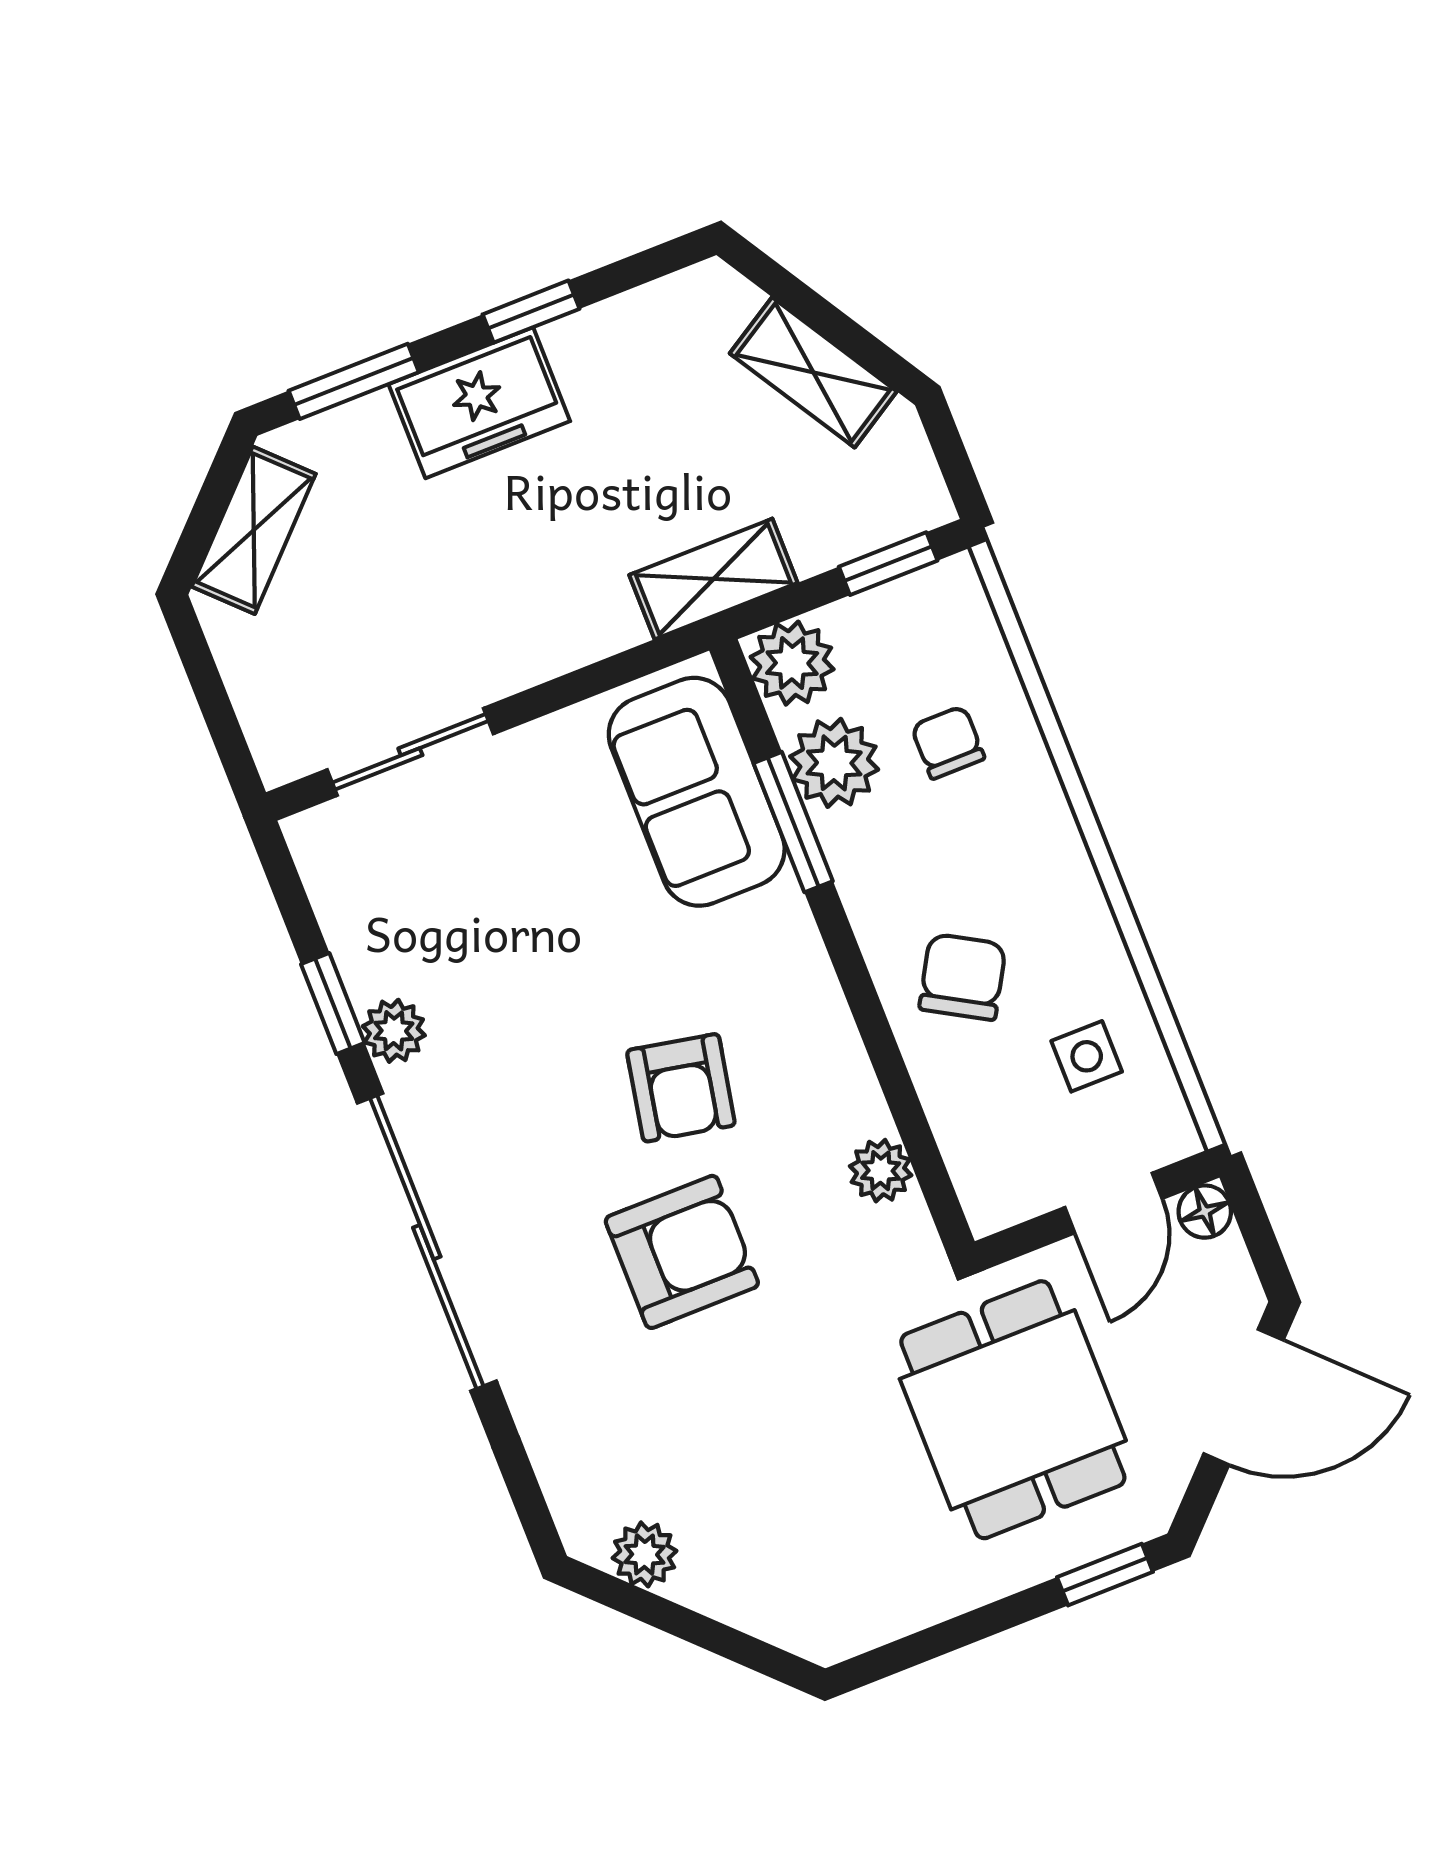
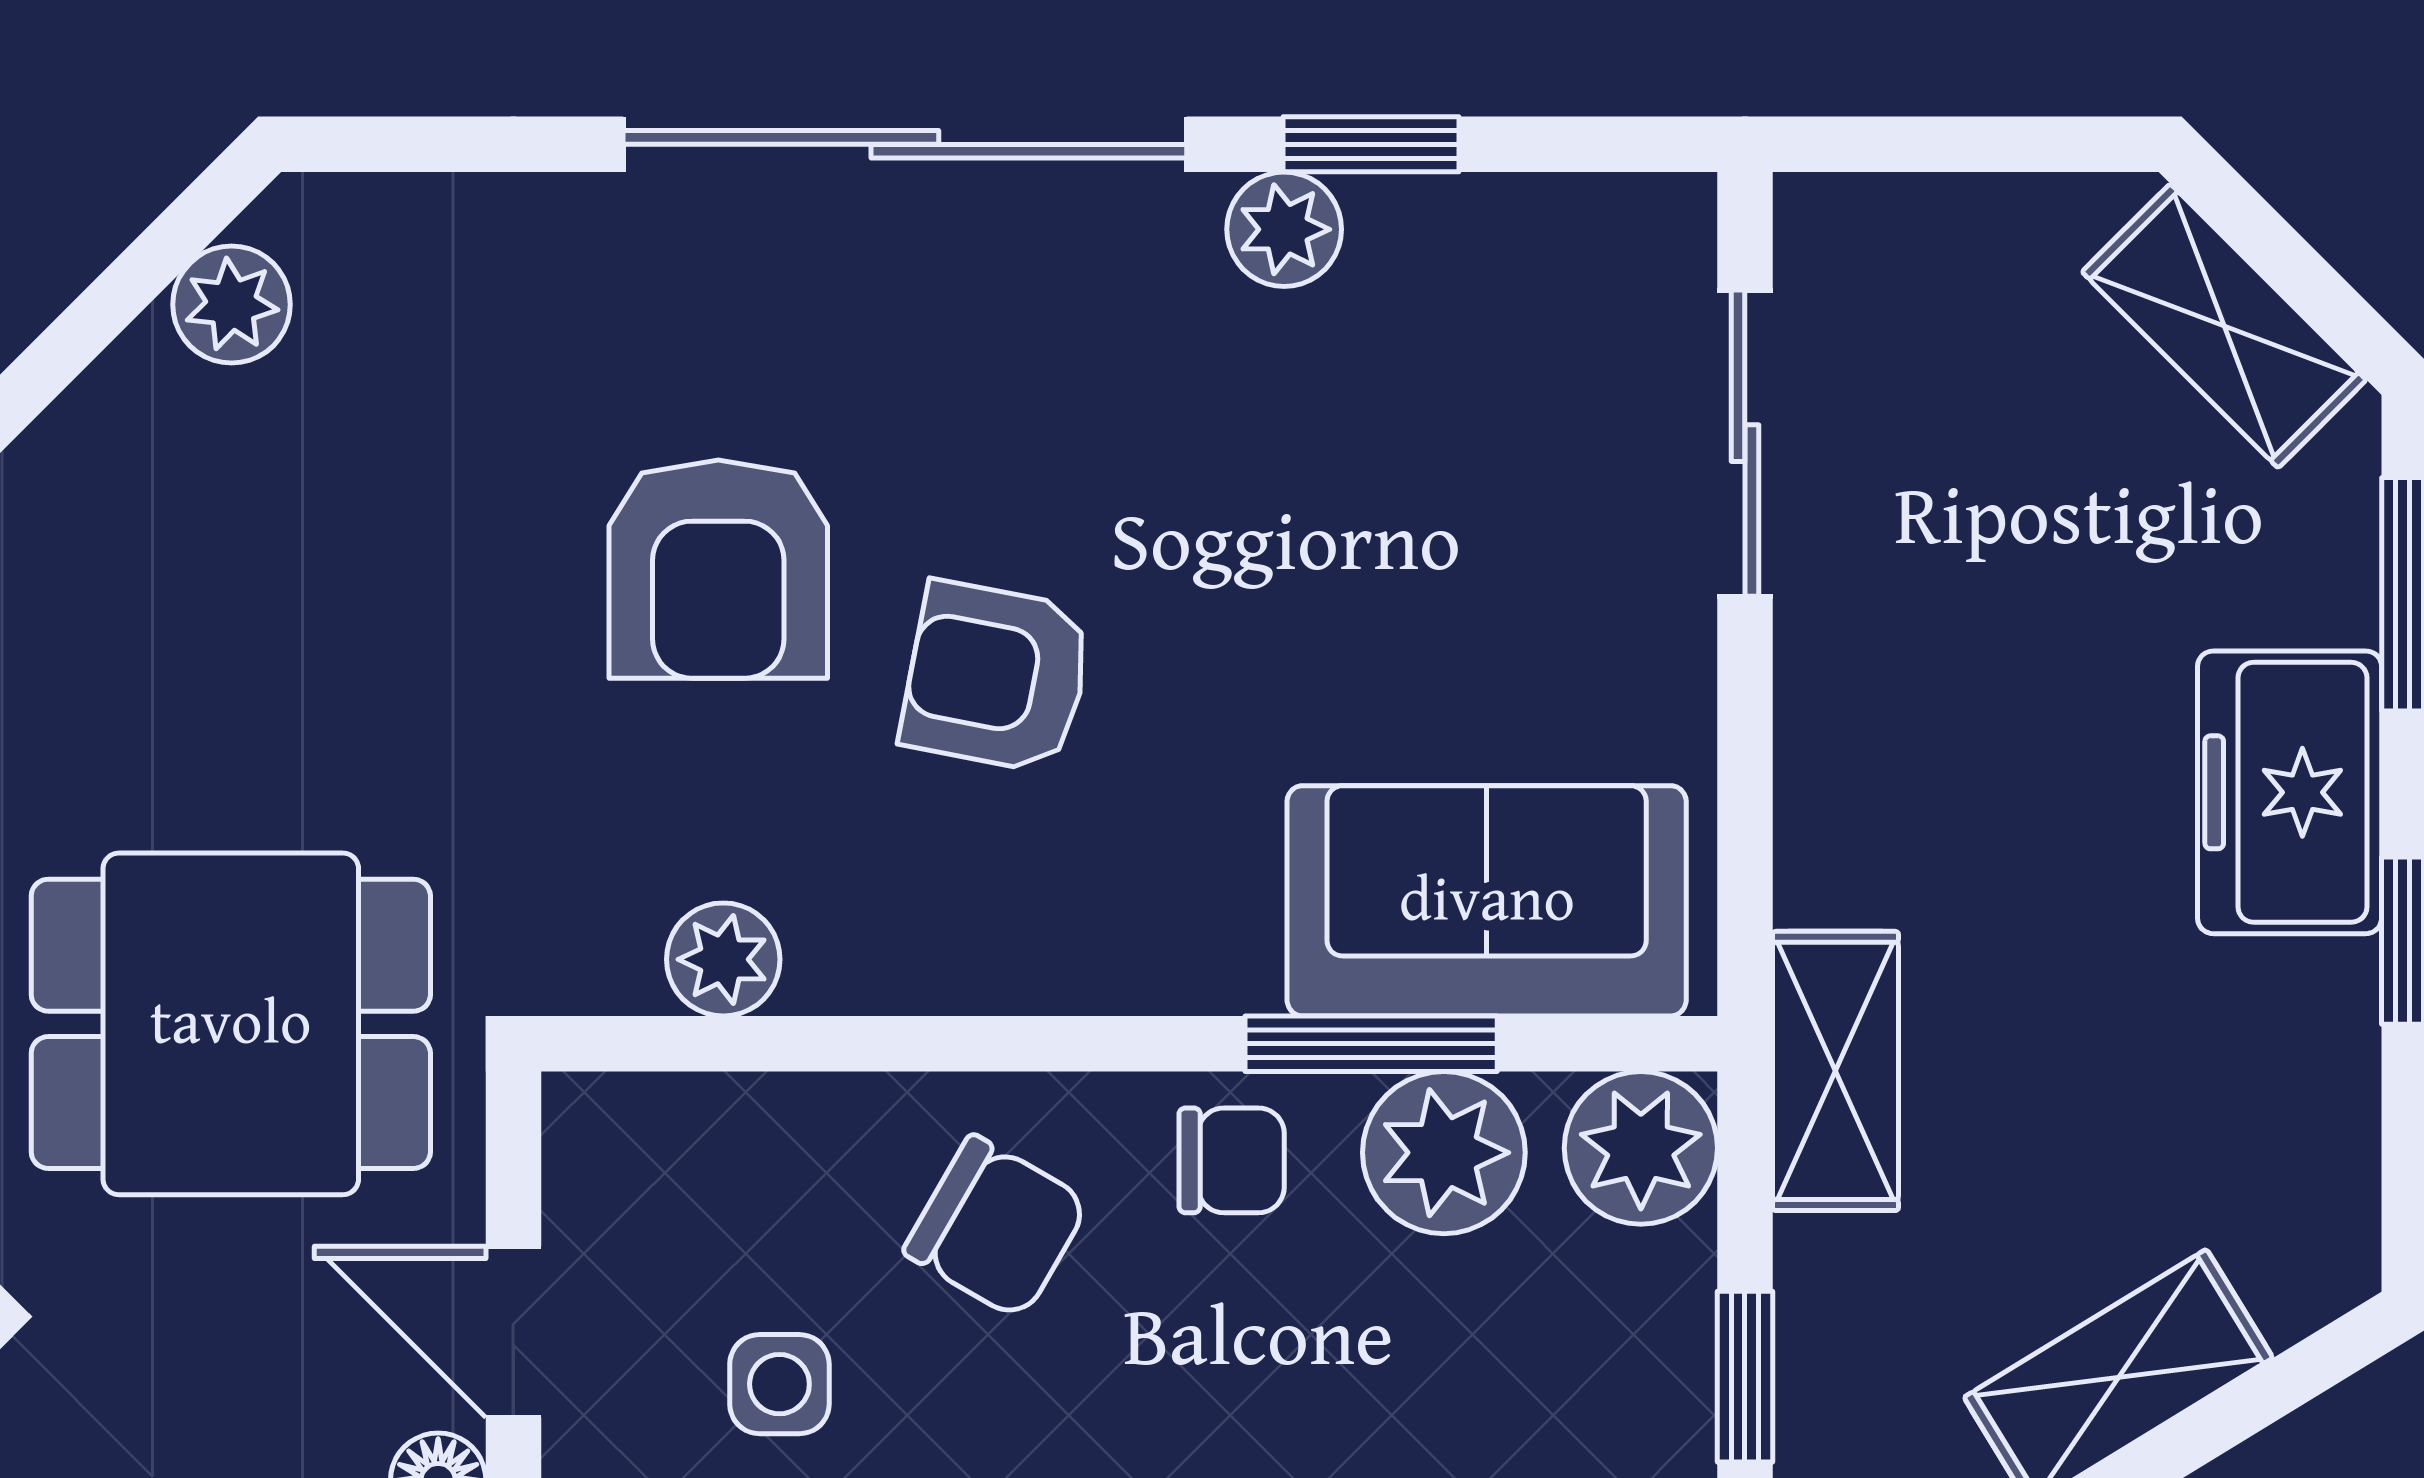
chair: (948, 742) -> (1232, 1160), moved

